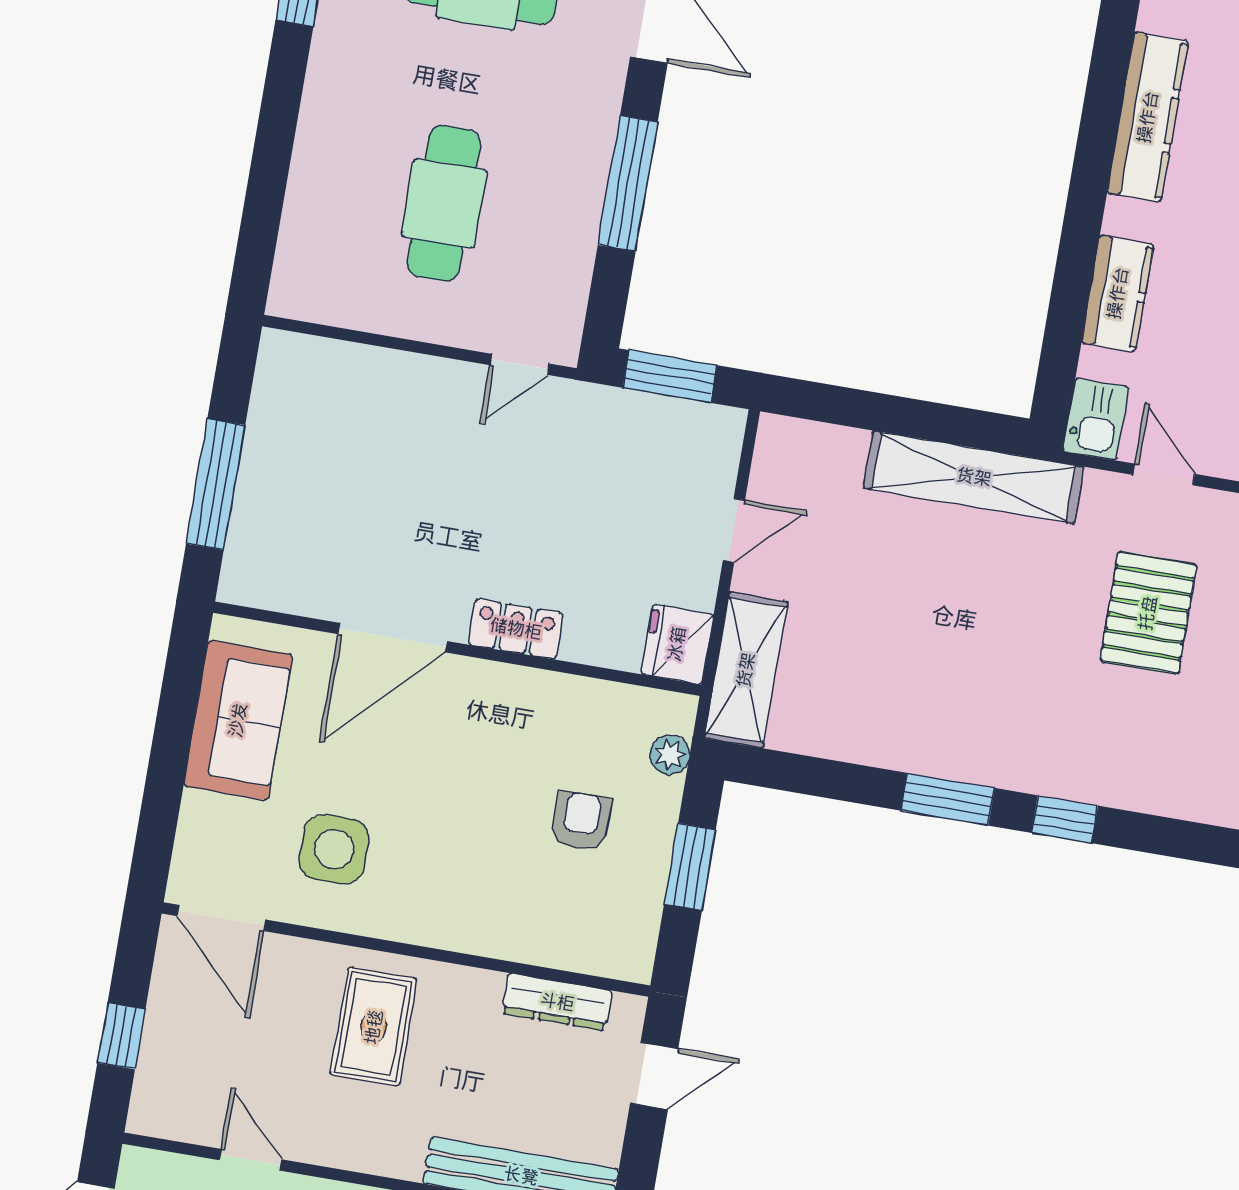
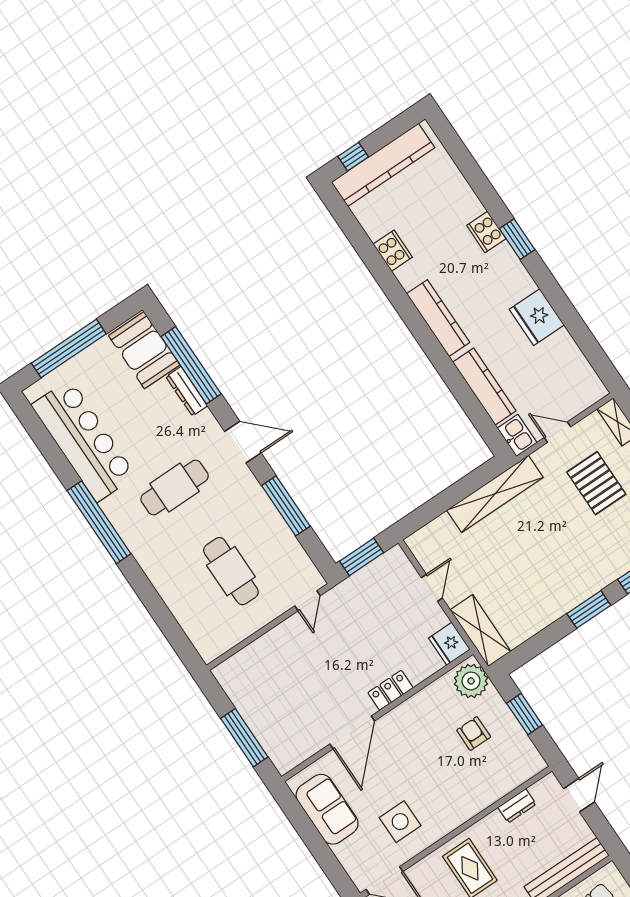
kitchen counter: (1118, 293) -> (484, 386), width x1.50
plant: (670, 755) -> (471, 681), width x1.88, depth x1.88
dresser: (557, 1002) -> (517, 806), width x0.70

